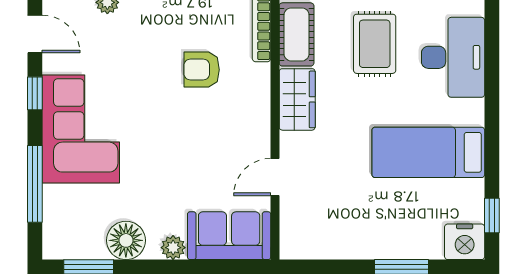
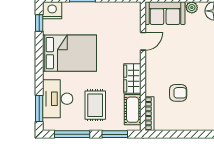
window: (492, 37) -> (39, 109), added
bed: (428, 152) -> (69, 53), width x1.50

